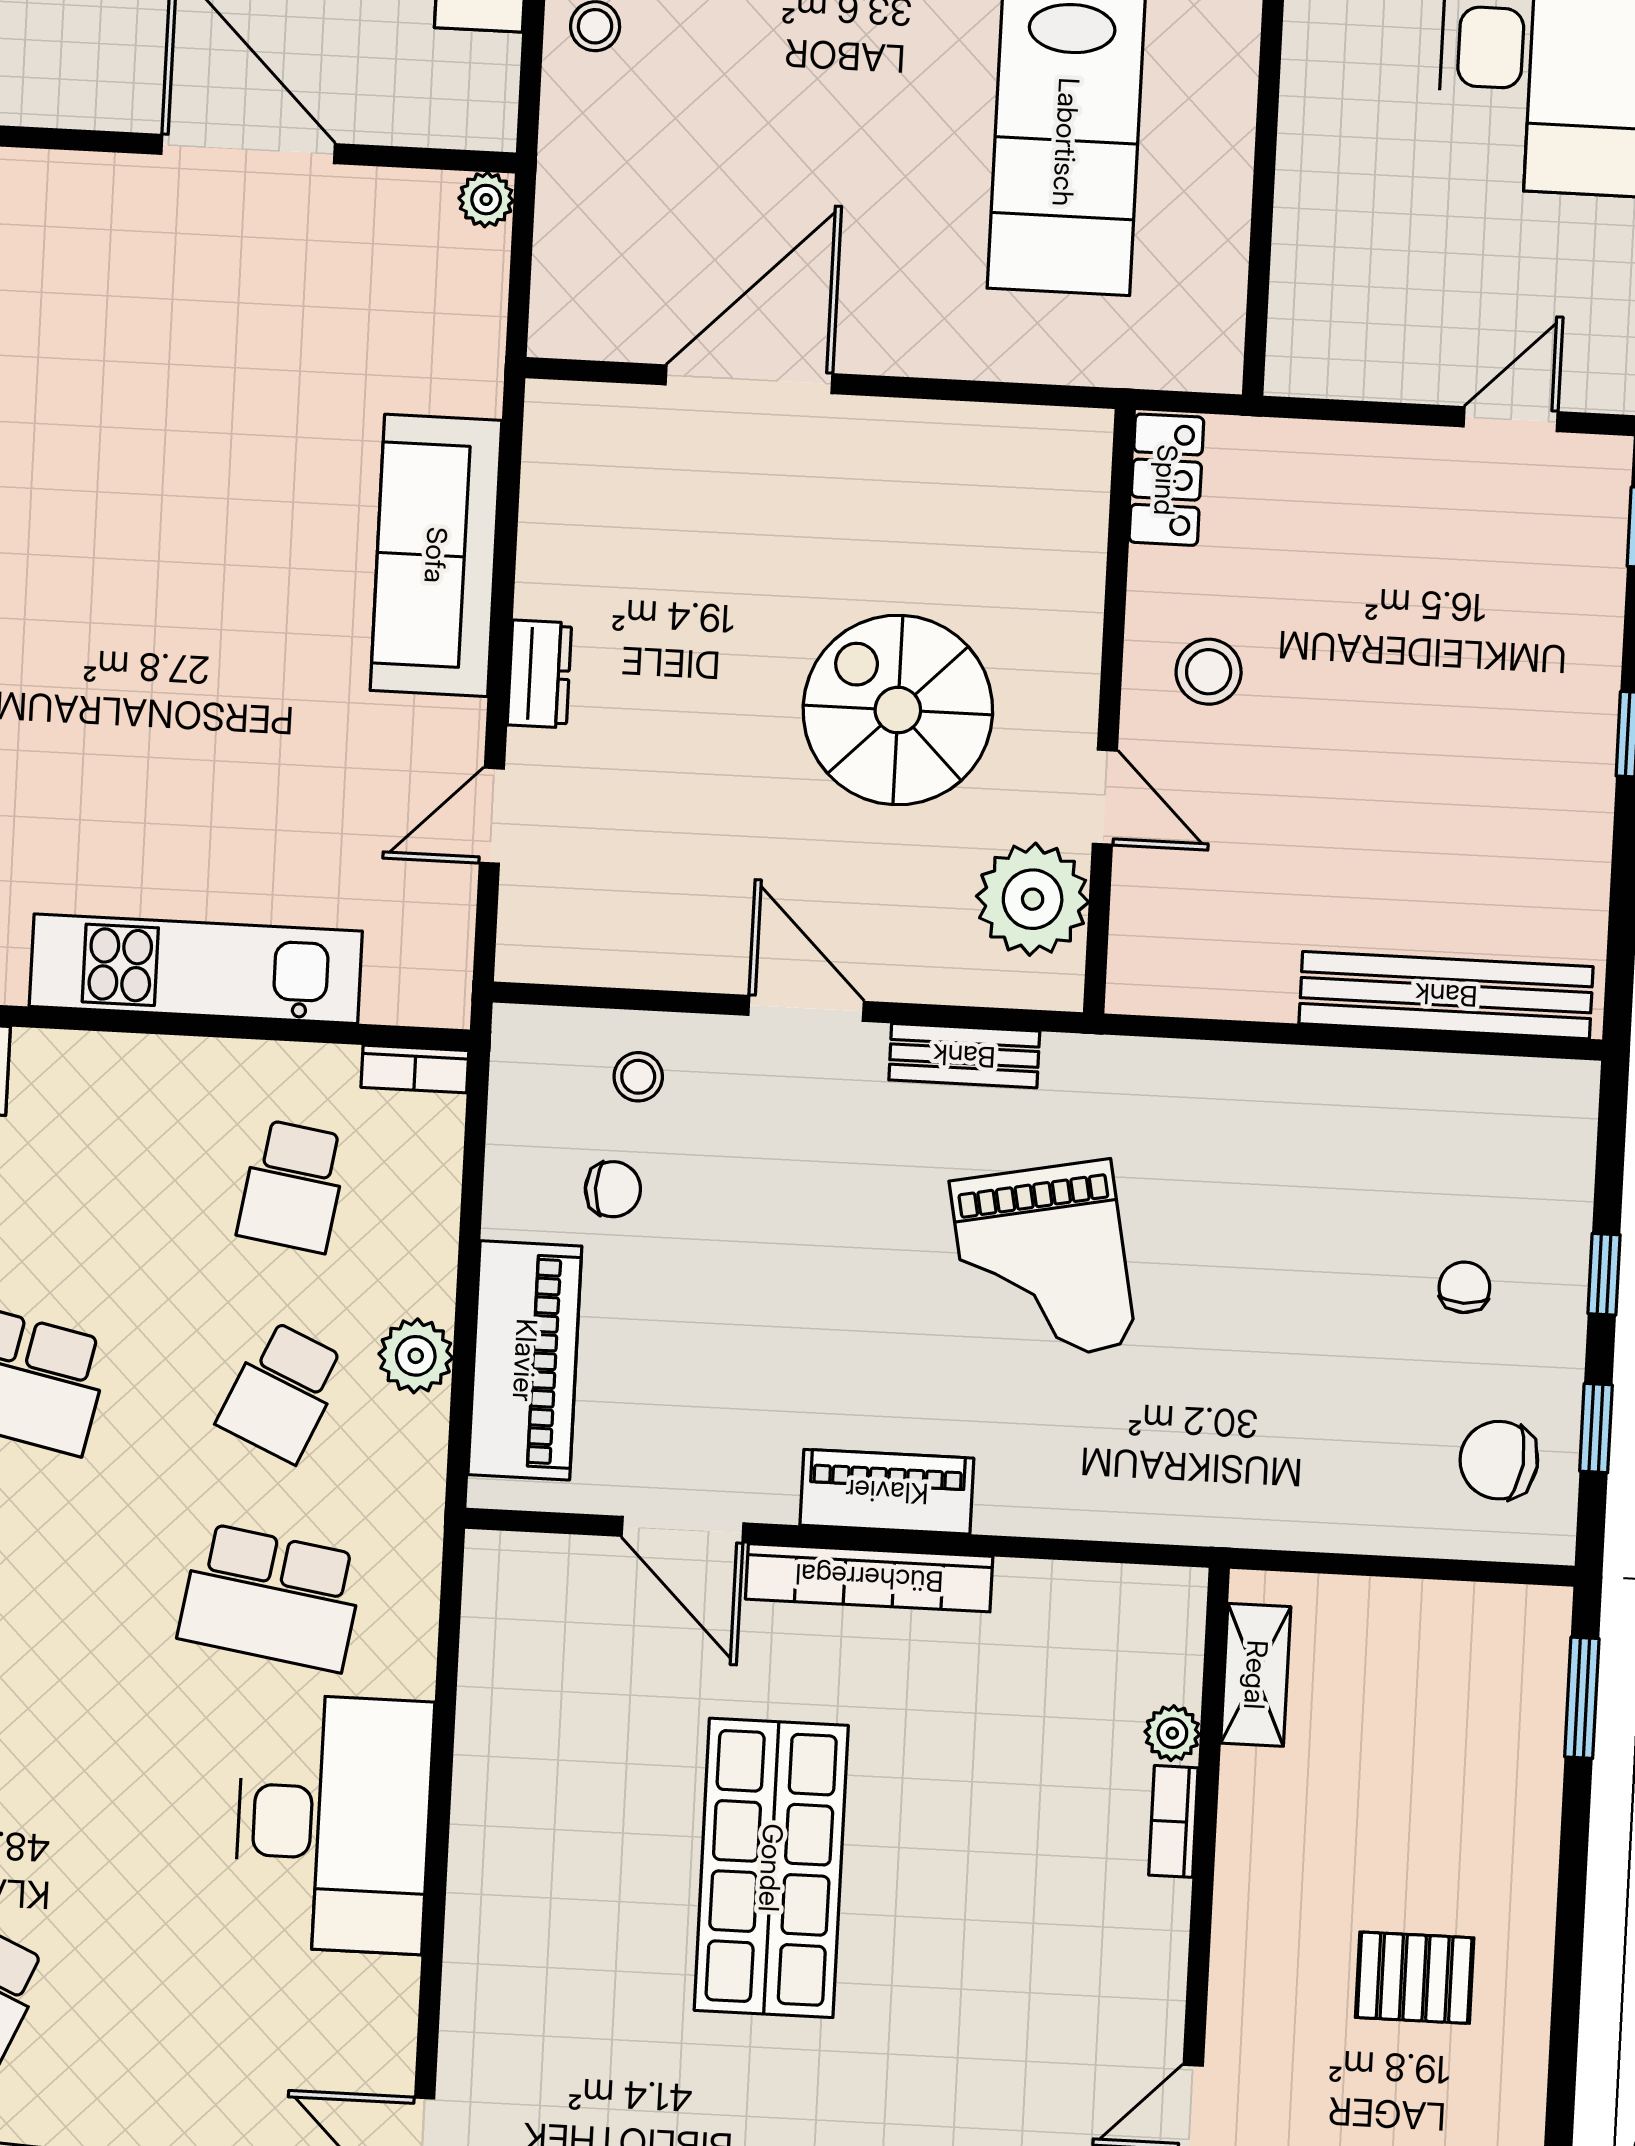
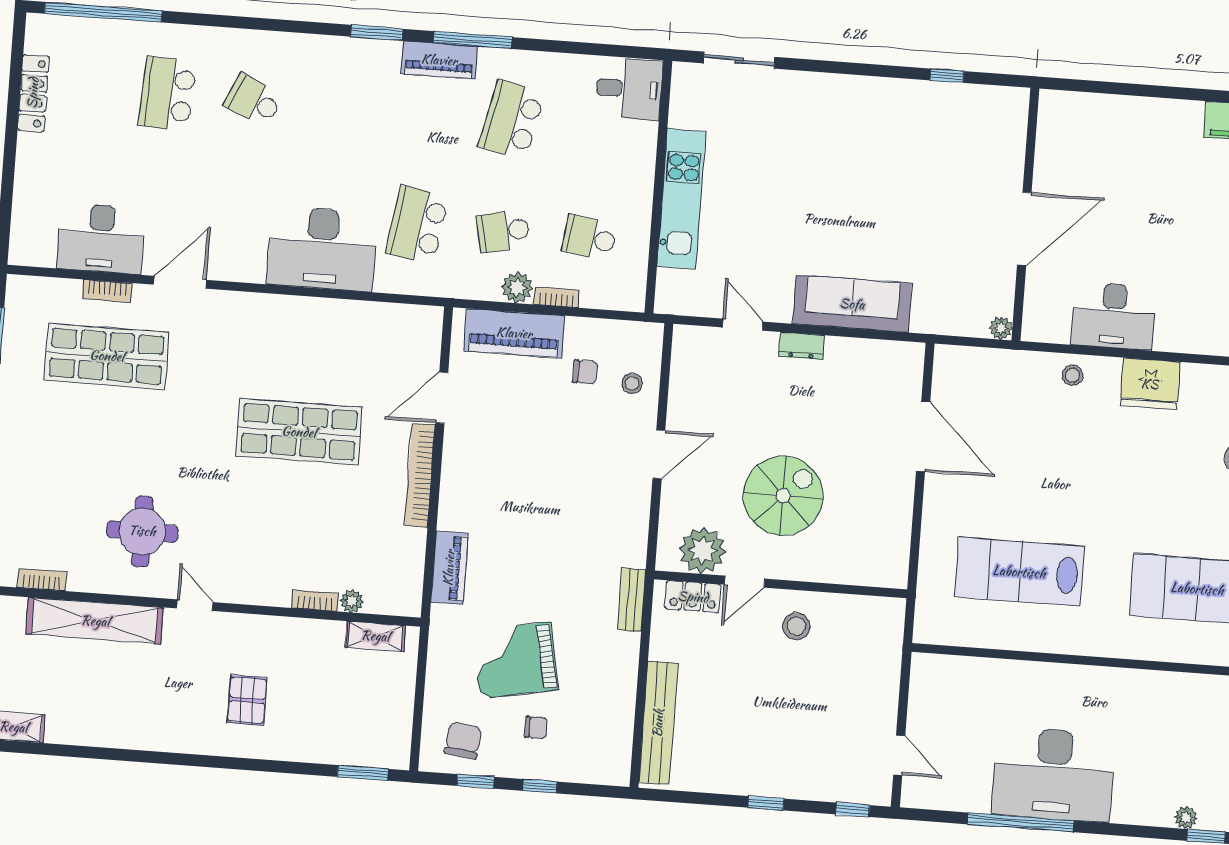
locker: (1166, 480) -> (693, 597), moved
bench: (964, 1056) -> (632, 600), moved
bookcase: (415, 1069) -> (557, 297), moved, turned 90
chair: (613, 1189) -> (585, 372), turned -90
grand piano: (1043, 1263) -> (515, 660), moved
school desk: (282, 1392) -> (503, 231), turned -36
piano: (887, 1492) -> (449, 568), moved

